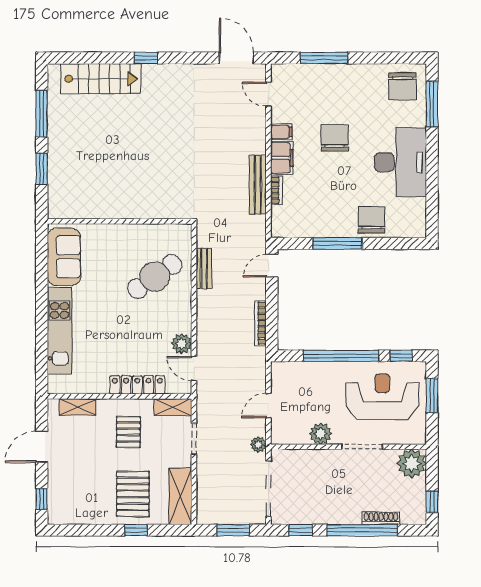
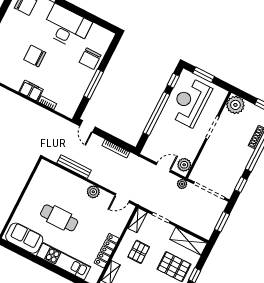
filing cabinet: (281, 132) -> (17, 84), removed
bench: (258, 185) -> (39, 111), removed
chair: (372, 220) -> (90, 59), turned -90
bench: (204, 268) -> (74, 167), width x1.36
cafe table: (155, 277) -> (59, 218), moved, turned -55
plant: (182, 344) -> (93, 192), moved
locker: (137, 385) -> (107, 251), moved
door: (268, 406) -> (163, 167), swing flipped
pallet: (128, 432) -> (139, 252), turned 90
plant: (321, 434) -> (184, 165), moved

